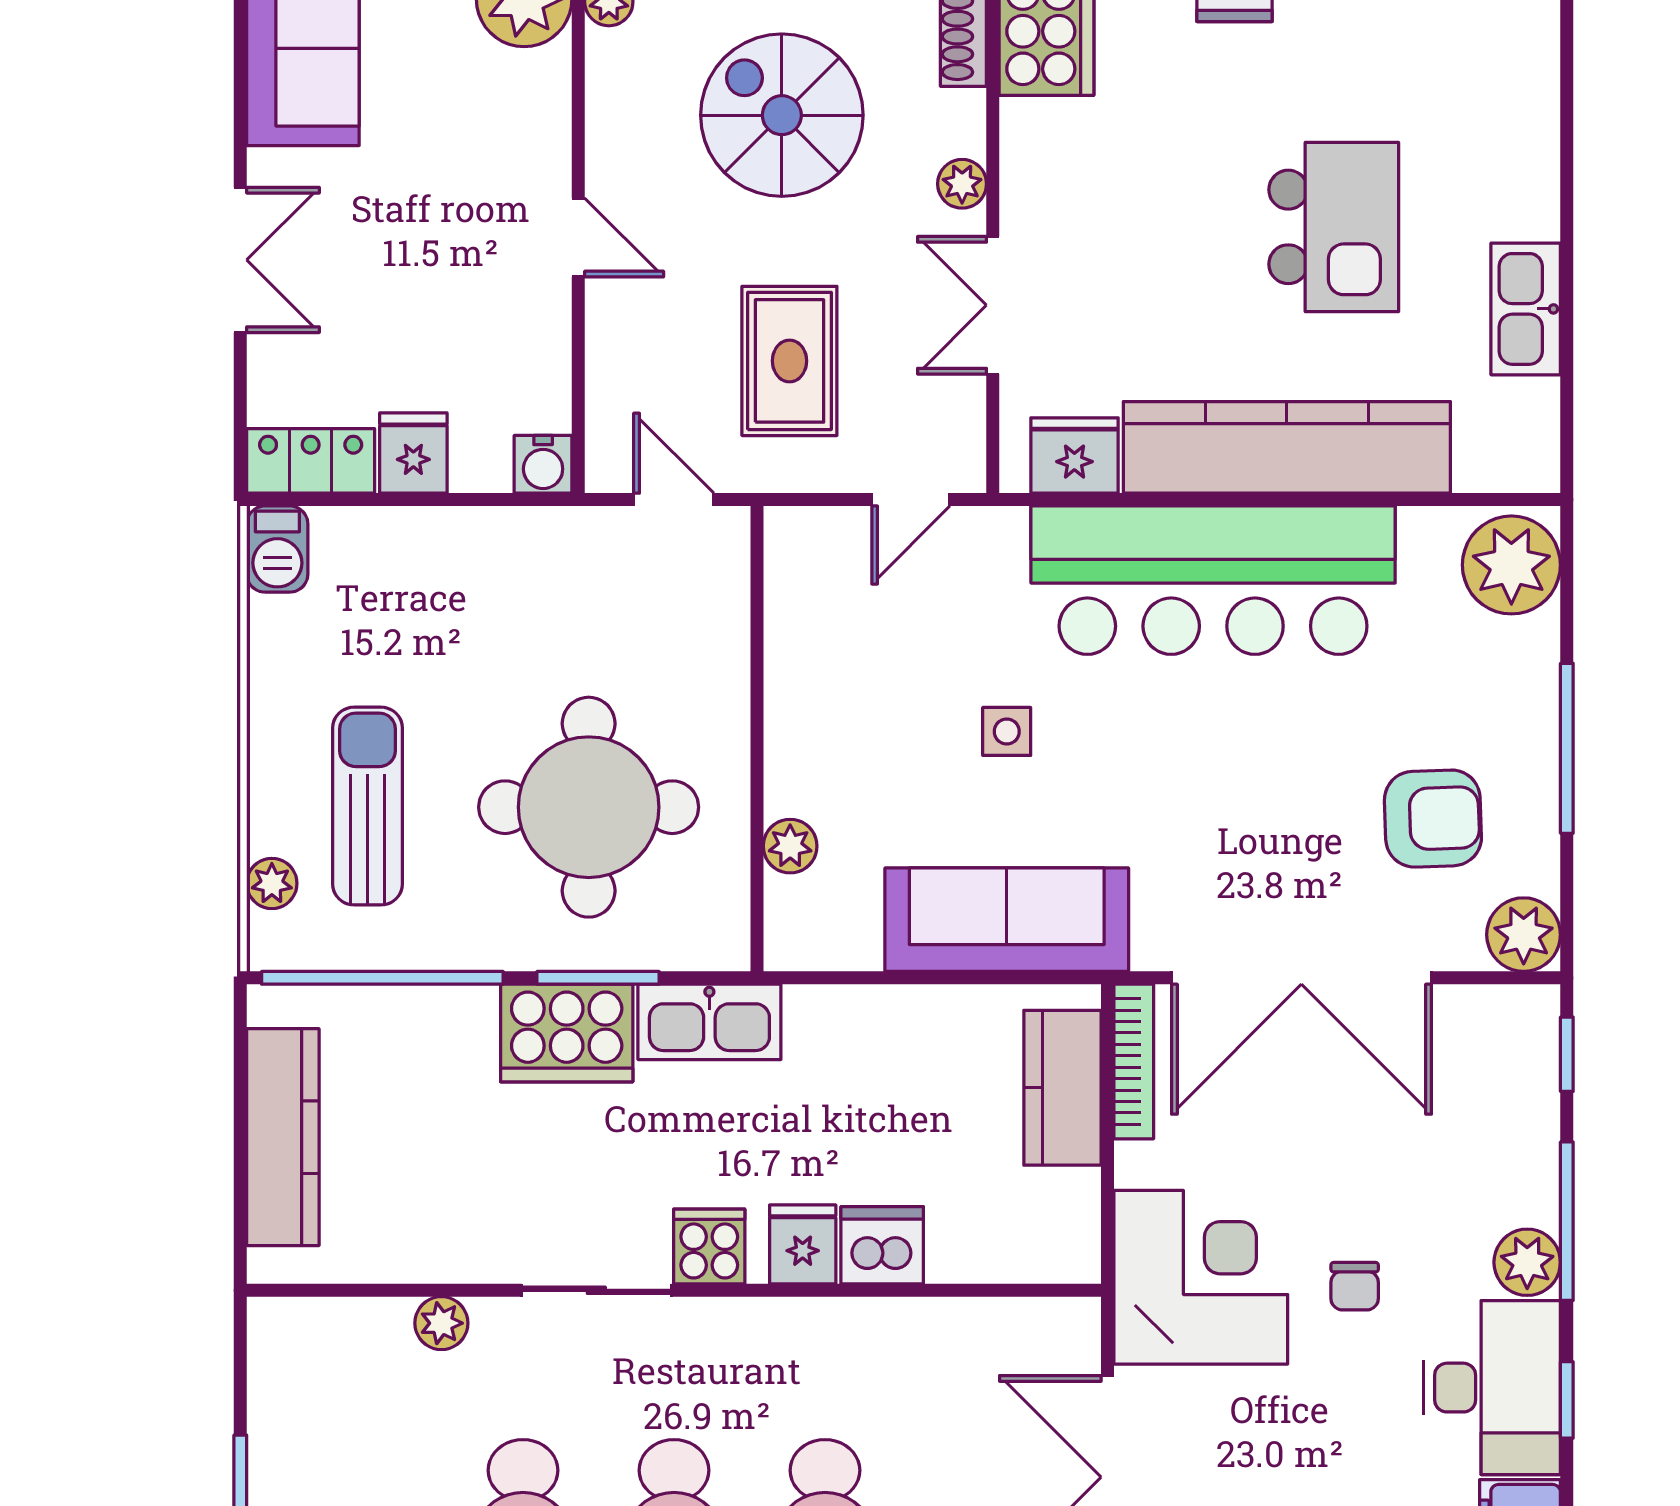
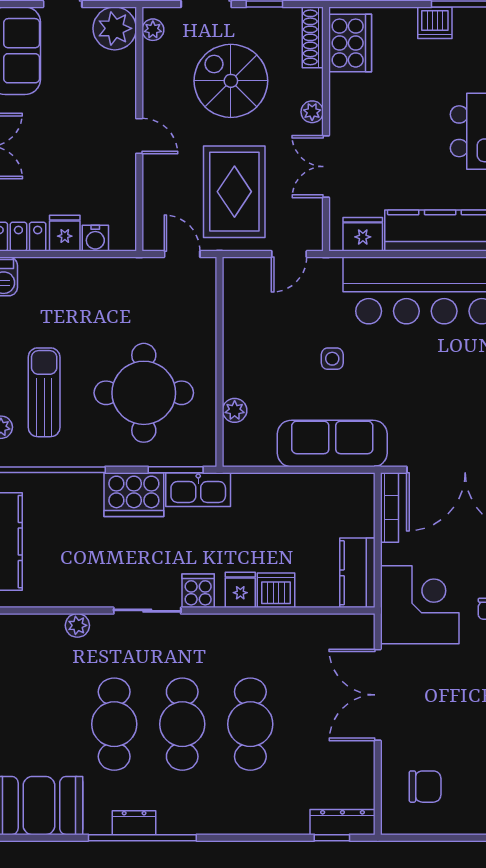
rug: (789, 361) -> (234, 192), width x1.36, depth x1.43
water cooler: (543, 464) -> (95, 238), moved
window: (598, 978) -> (176, 470), moved
kitchen counter: (1063, 1088) -> (357, 573), moved

